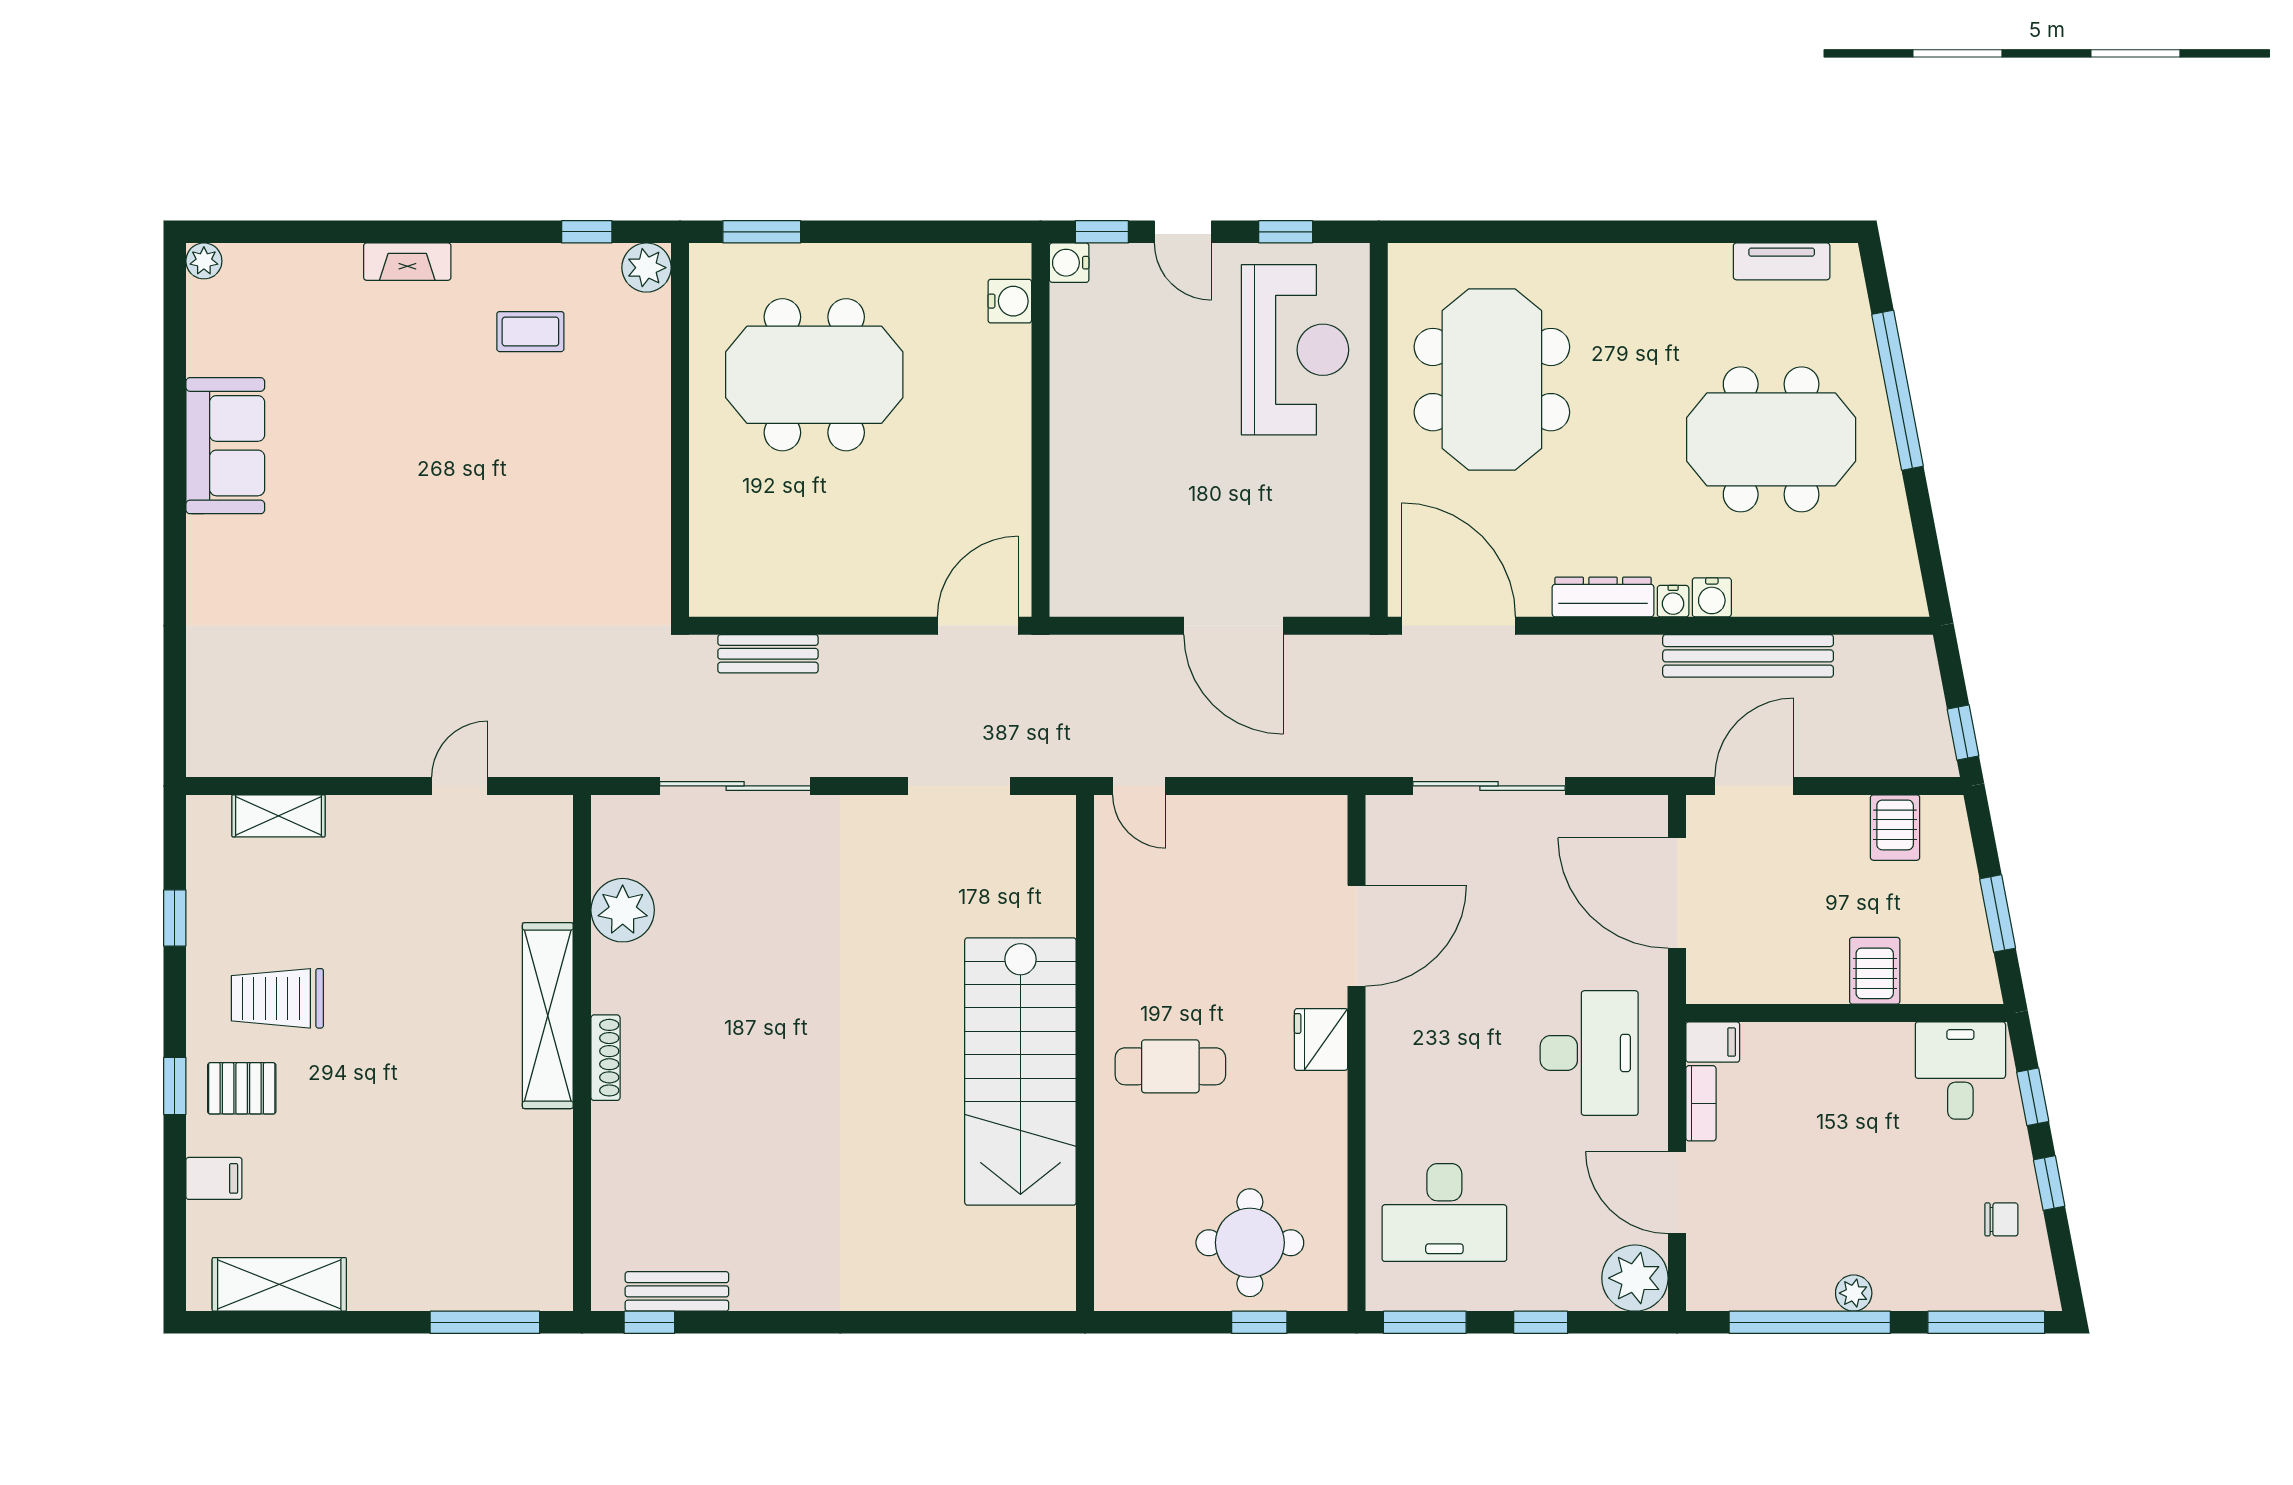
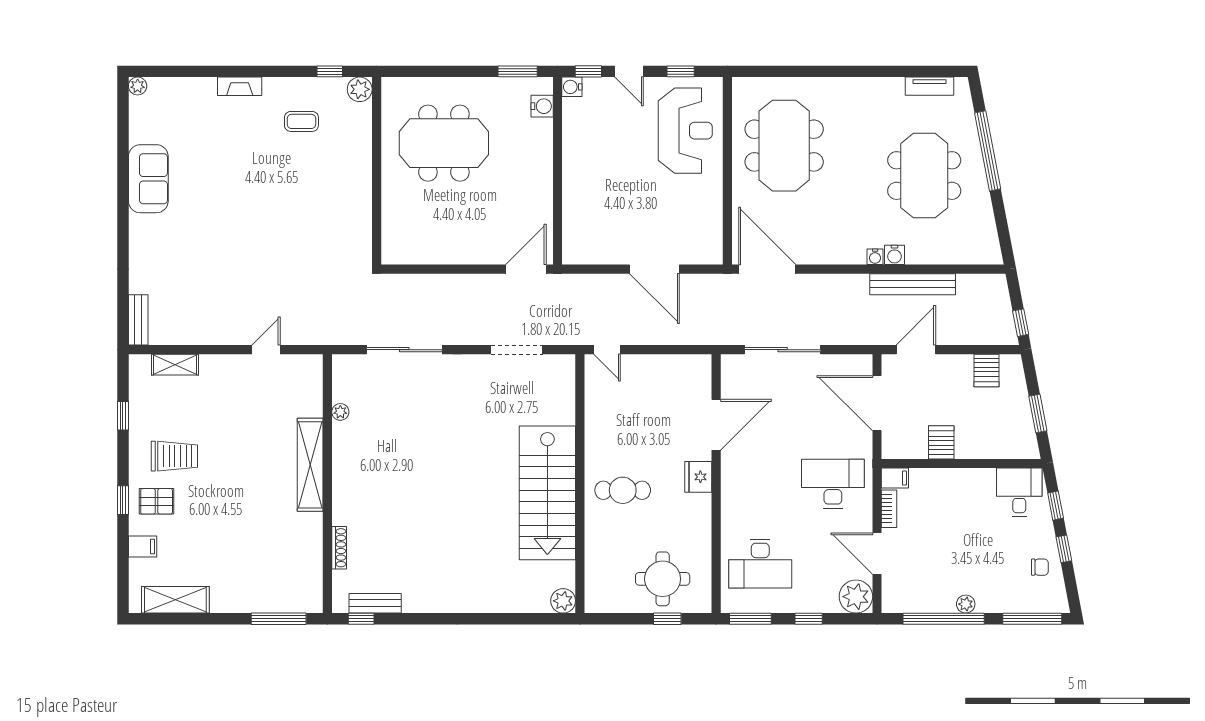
window: (762, 232) -> (518, 71), moved
meeting table: (1771, 439) -> (924, 176), turned 90
dresser: (1603, 597) -> (840, 255), removed
bench: (768, 654) -> (138, 320), moved, turned 90
plant: (623, 910) -> (340, 412), width x0.53, depth x0.53
server rack: (1875, 971) -> (941, 442), moved
trolley: (277, 998) -> (174, 456), turned 180
desk: (1589, 1053) -> (833, 484), turned -90
shoe rack: (606, 1058) -> (339, 548), moved
plant: (1052, 1287) -> (563, 601), added

